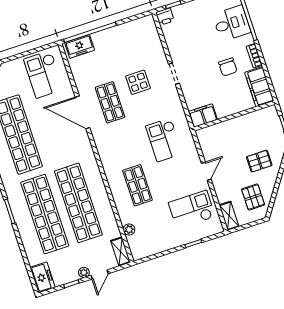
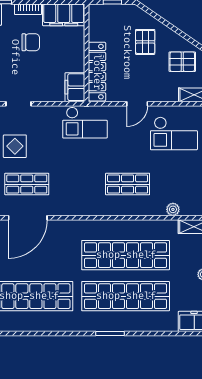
locker: (222, 130) -> (97, 72), added
checkout: (164, 140) -> (85, 123), moved
door: (206, 171) -> (137, 104), swing flipped
checkout: (192, 210) -> (174, 133), turned -90

